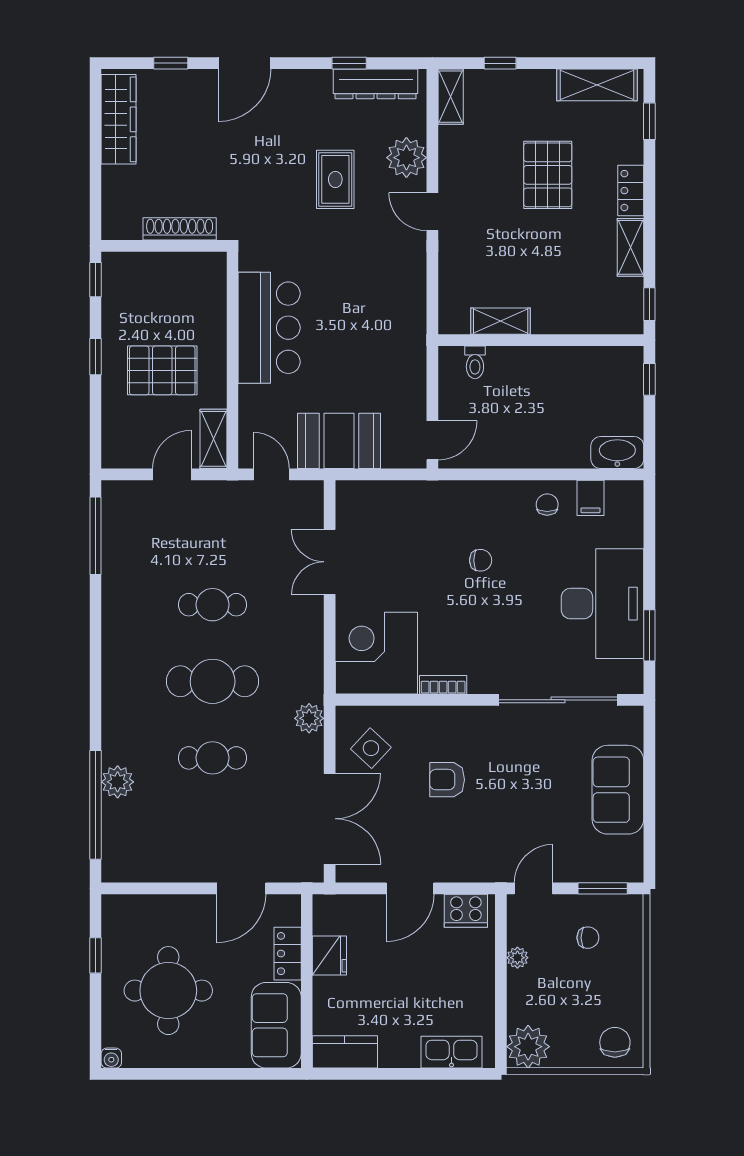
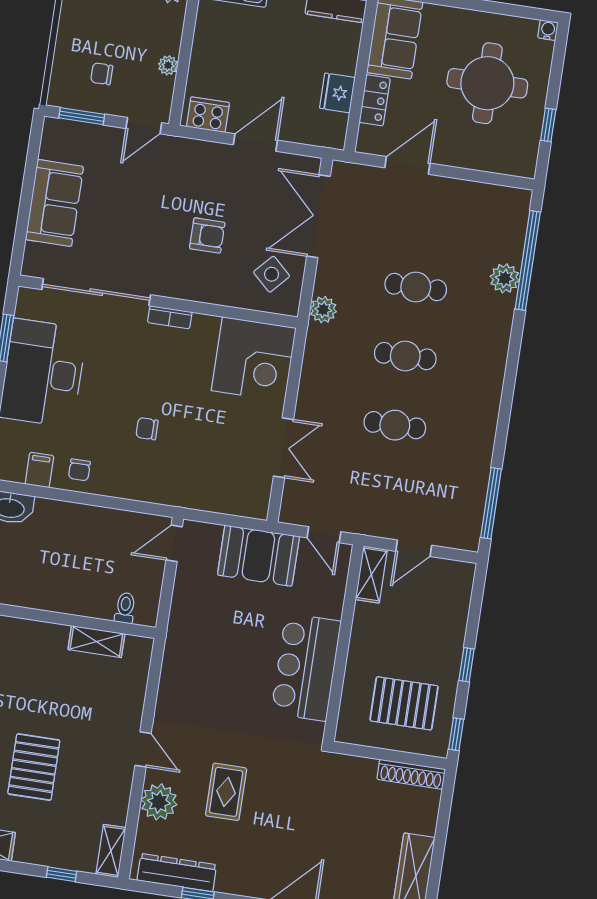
shoe rack: (180, 229) -> (411, 774), moved
pallet: (162, 370) -> (404, 703), moved
cafe table: (213, 681) -> (405, 356), width x0.73, depth x0.74
bookcase: (443, 685) -> (170, 317), moved

